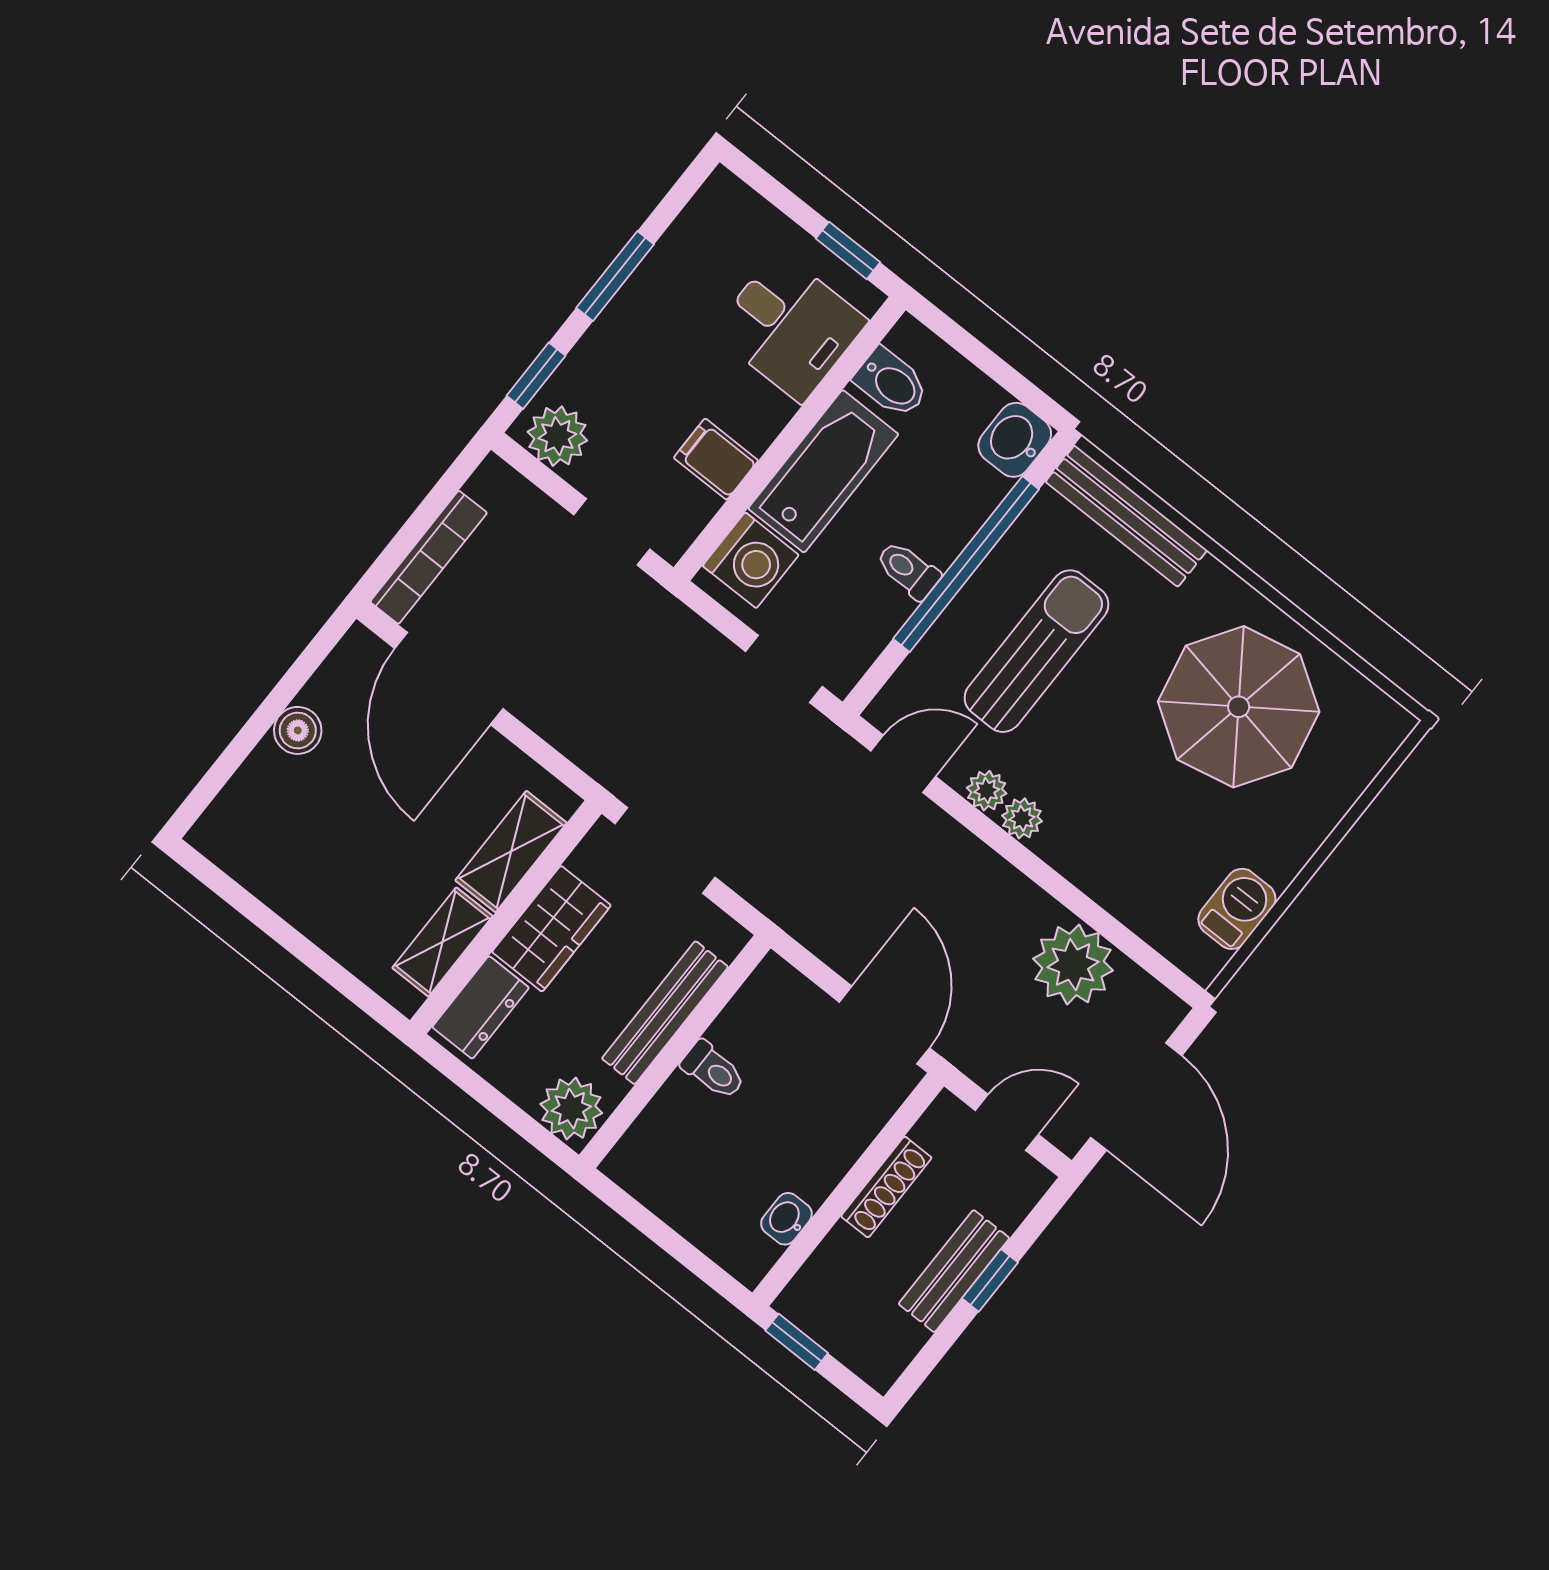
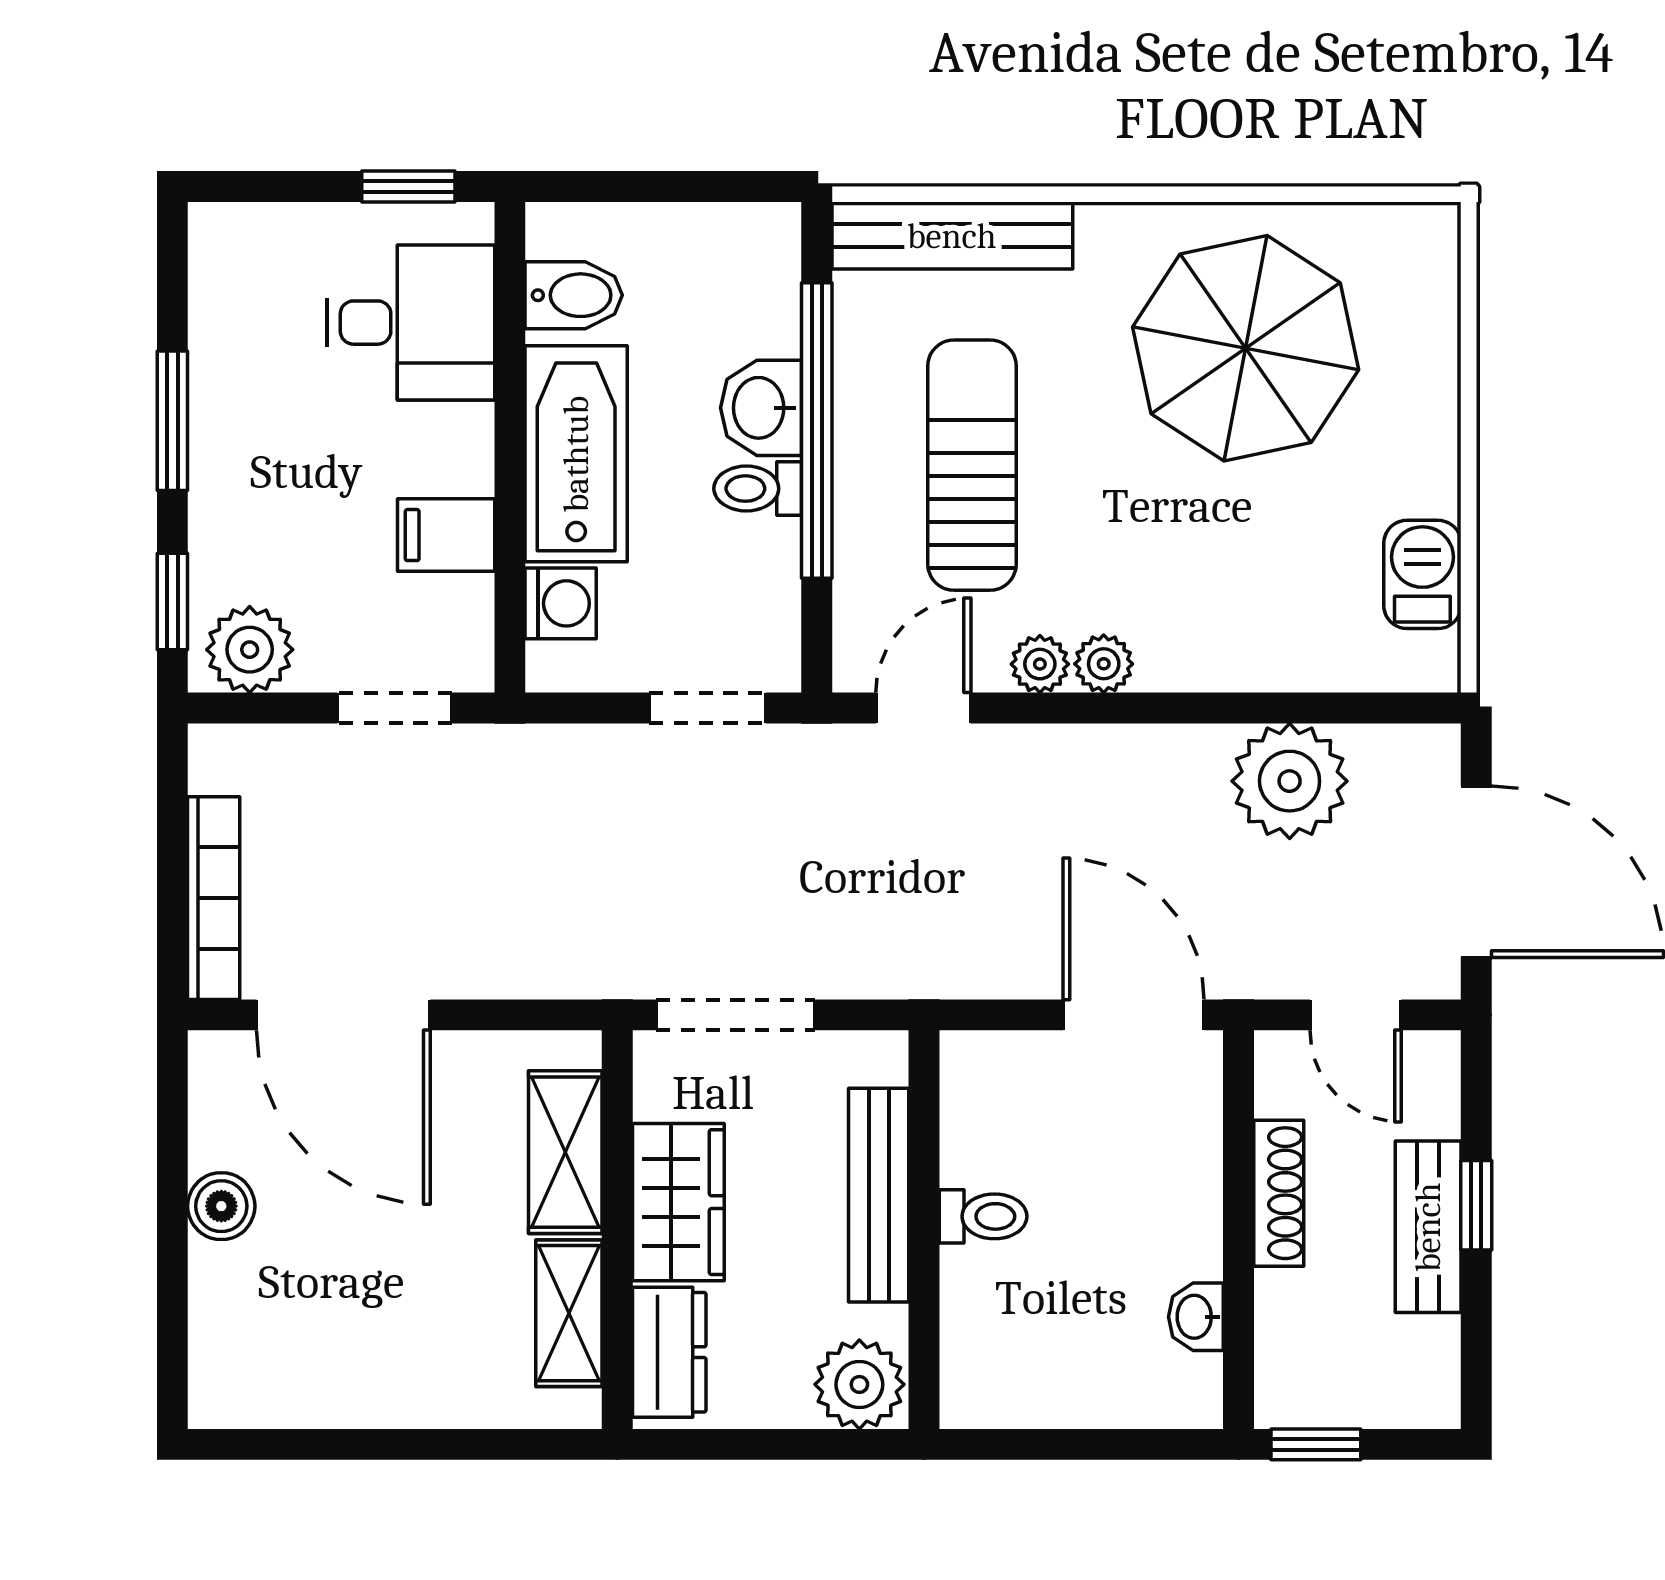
washbasin: (1015, 440) -> (761, 408), moved
washing machine: (751, 560) -> (561, 603), width x0.73, depth x0.73
door: (1007, 1122) -> (1356, 1015), swing flipped

